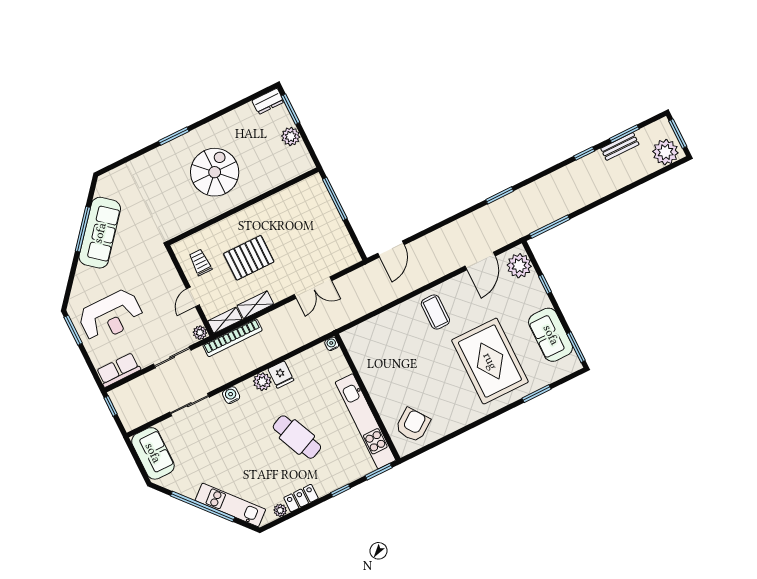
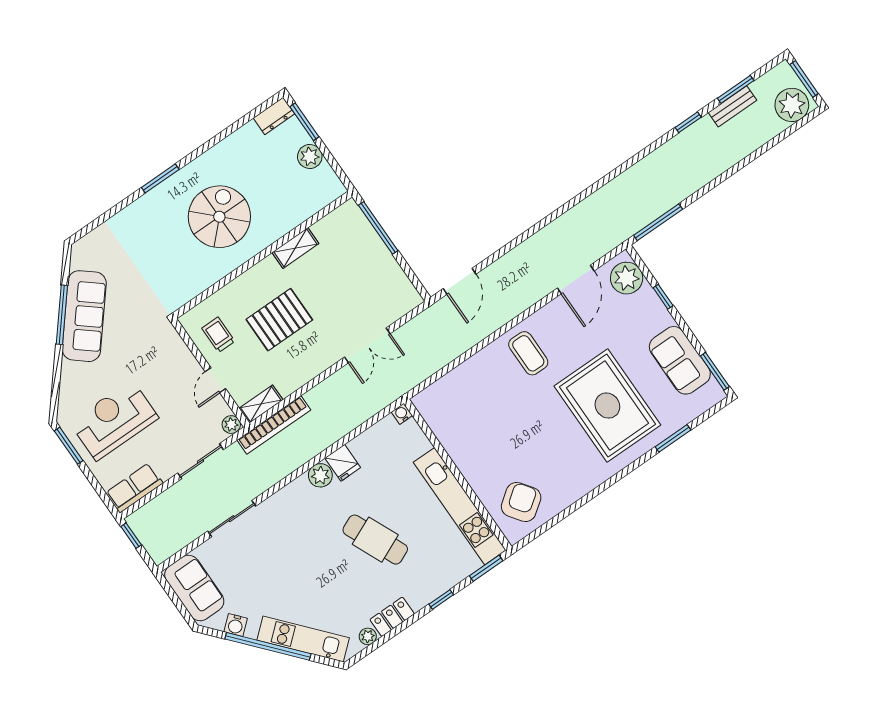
window: (500, 195) -> (588, 192), removed
shelving: (255, 305) -> (295, 248), moved
reception desk: (111, 316) -> (114, 420), turned 180
water cooler: (231, 395) -> (236, 625), moved, turned -131

